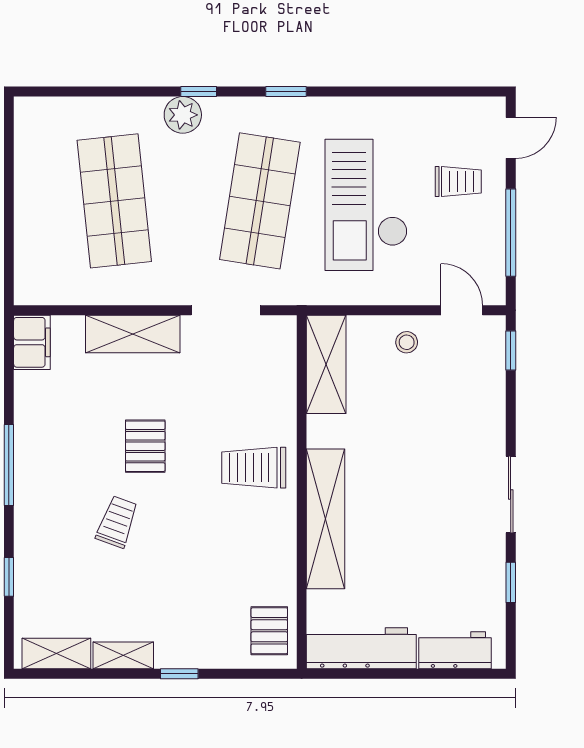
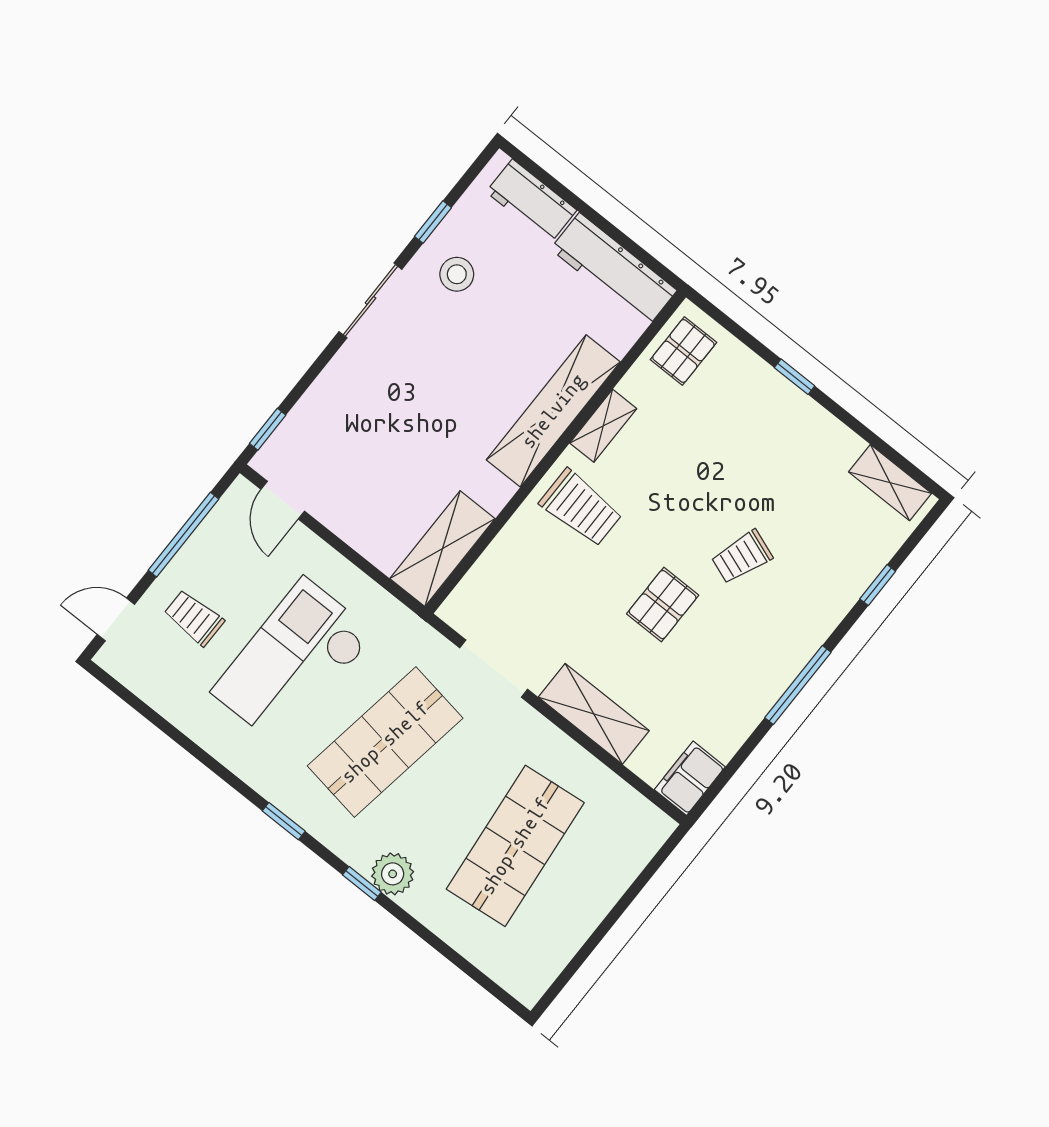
checkout: (366, 205) -> (293, 663), turned 180
stool: (407, 342) -> (457, 274), moved, width x1.37, depth x1.37
shelving: (123, 655) -> (603, 426), moved, turned 90

